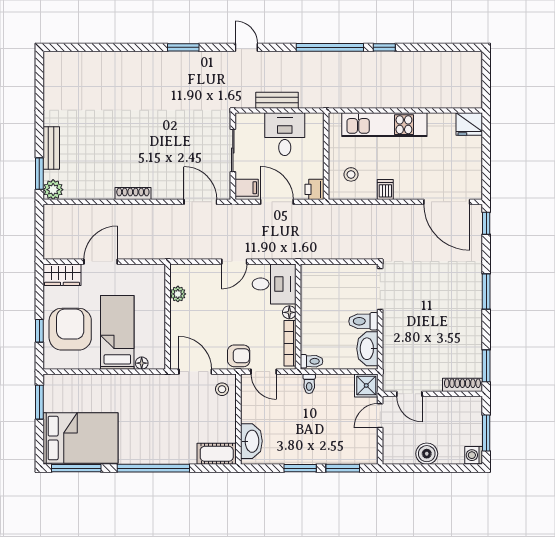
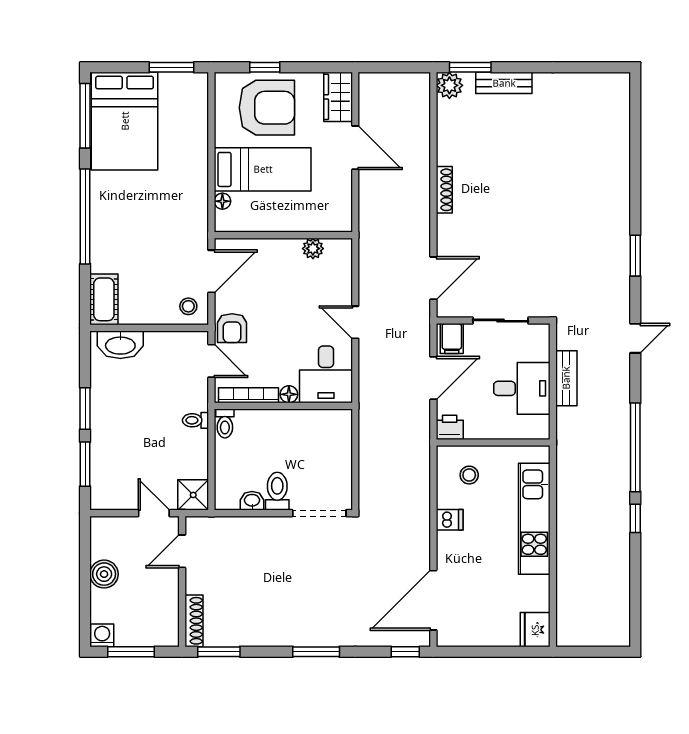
washbasin: (367, 349) -> (252, 501), width x0.52, depth x0.69
door: (264, 372) -> (211, 361), swing flipped

